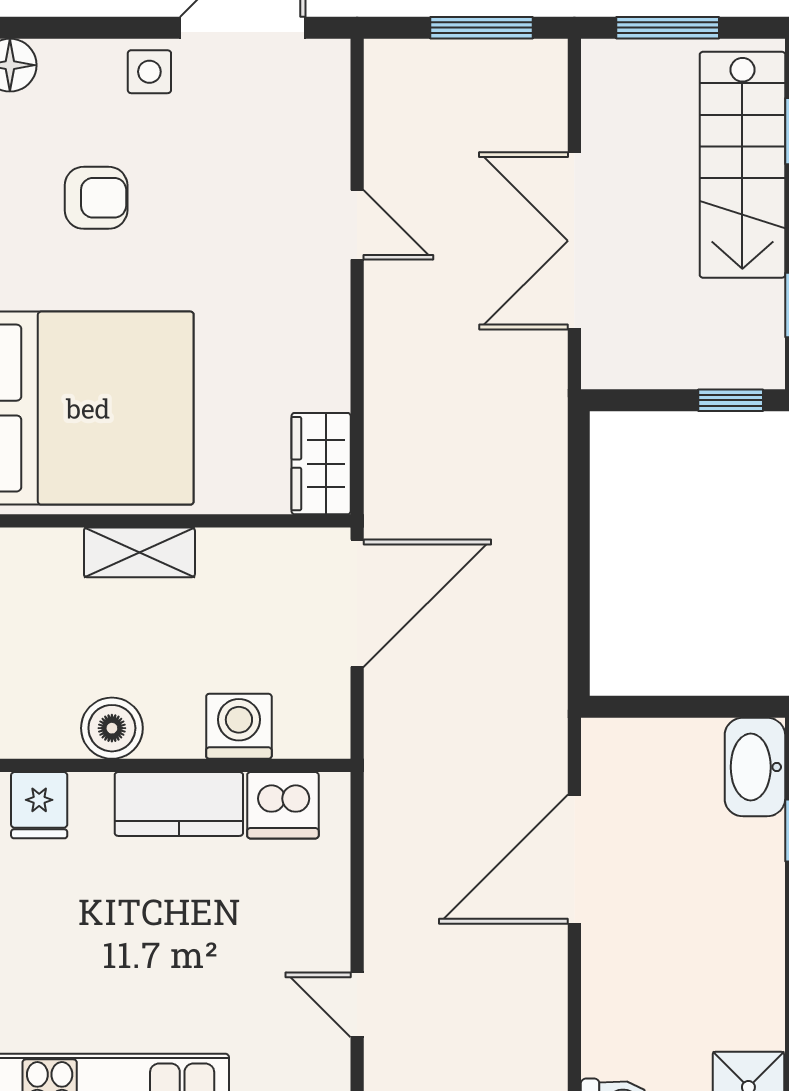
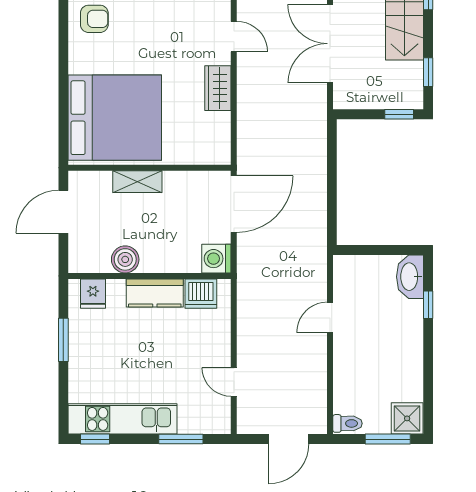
armchair: (96, 198) -> (94, 19), moved
wardrobe: (321, 464) -> (218, 88), moved
washing machine: (239, 726) -> (216, 259), moved, turned -90
door: (574, 859) -> (330, 317), width x0.53

